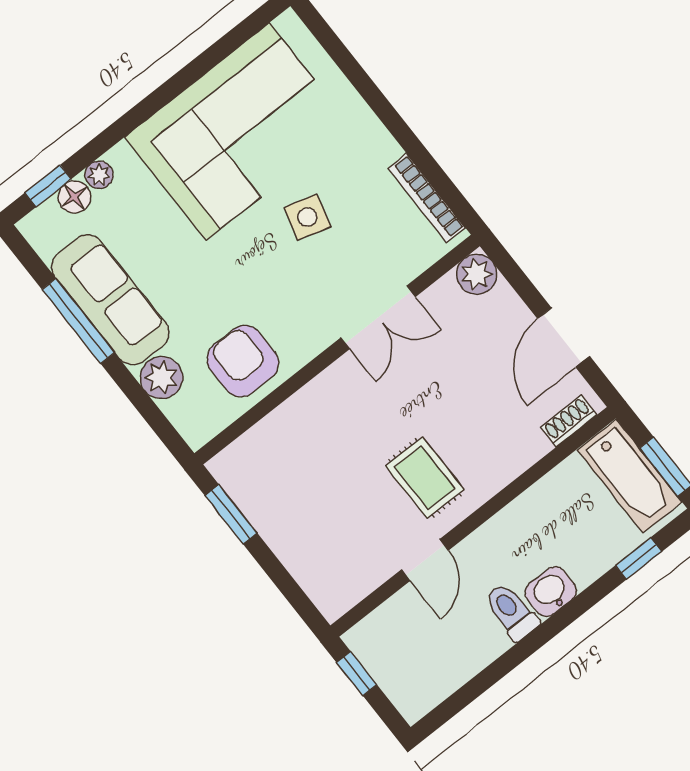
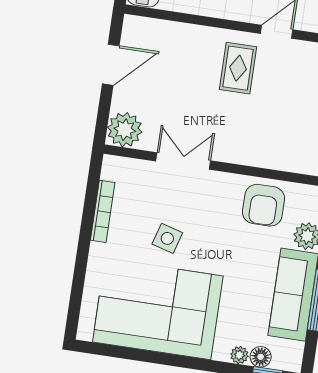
bookcase: (427, 198) -> (103, 211), moved
plant: (477, 274) -> (125, 130), width x1.36, depth x1.36
shoe rack: (569, 421) -> (148, 25), removed

